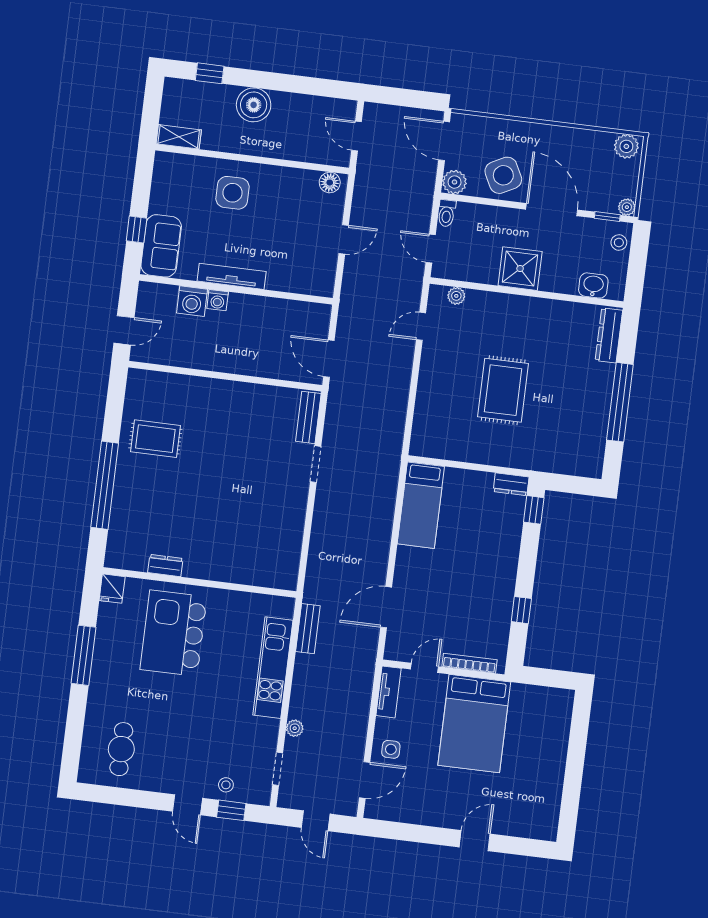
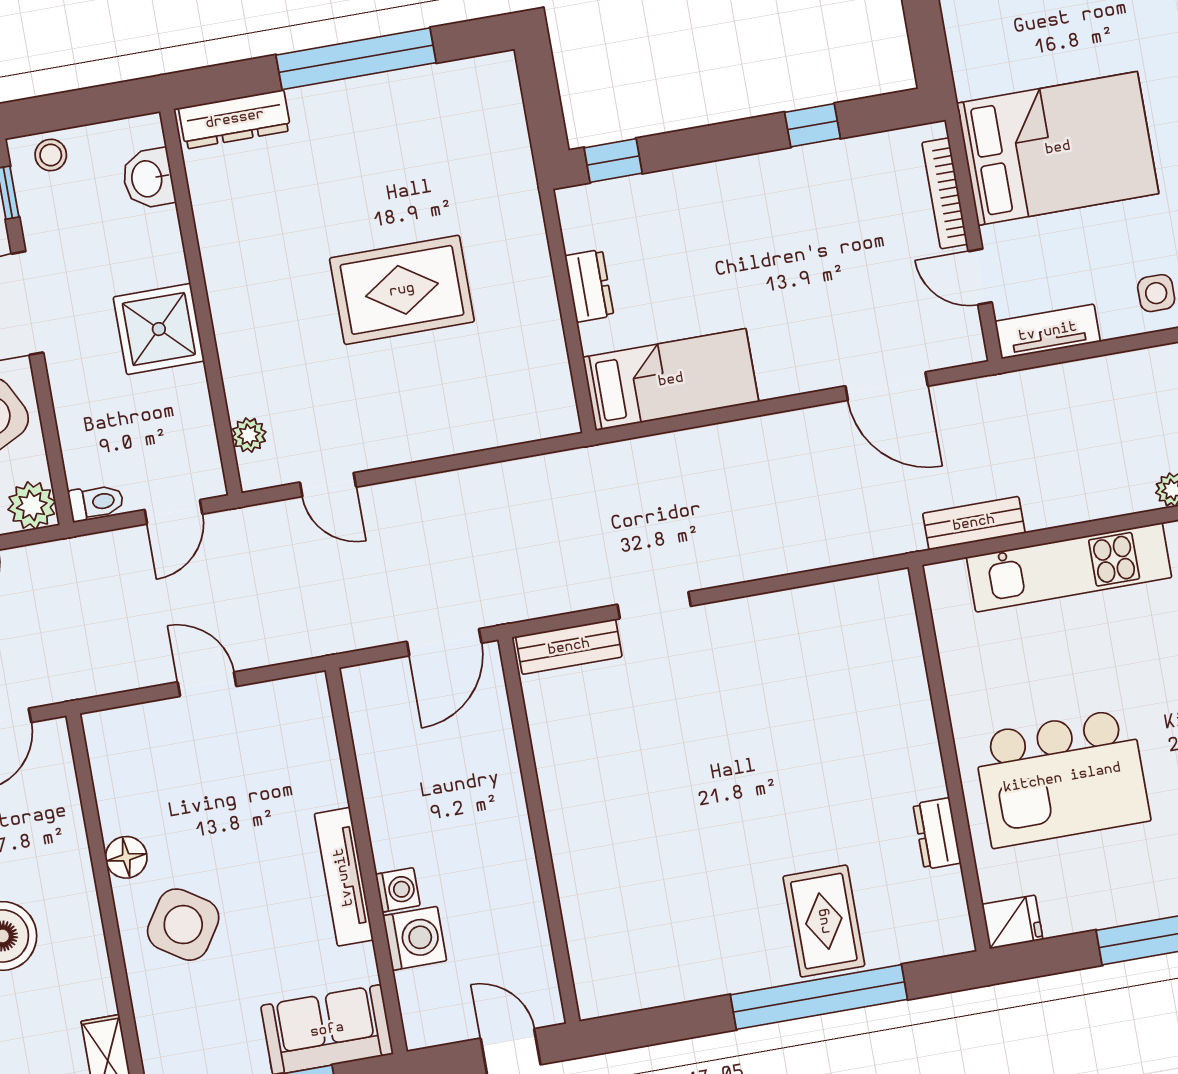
floor lamp: (330, 183) -> (126, 857), moved
side table: (233, 193) -> (183, 925), turned 33
rug: (155, 439) -> (824, 921), moved
dresser: (511, 484) -> (589, 286), moved

